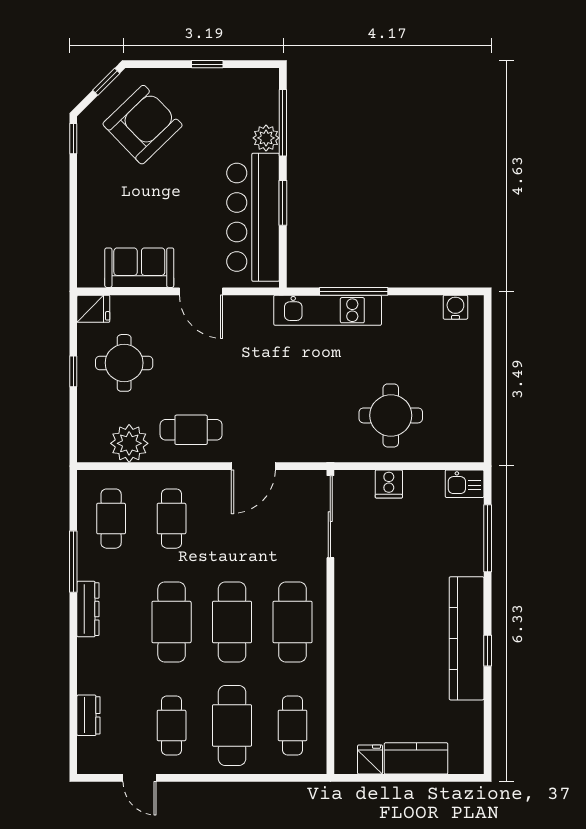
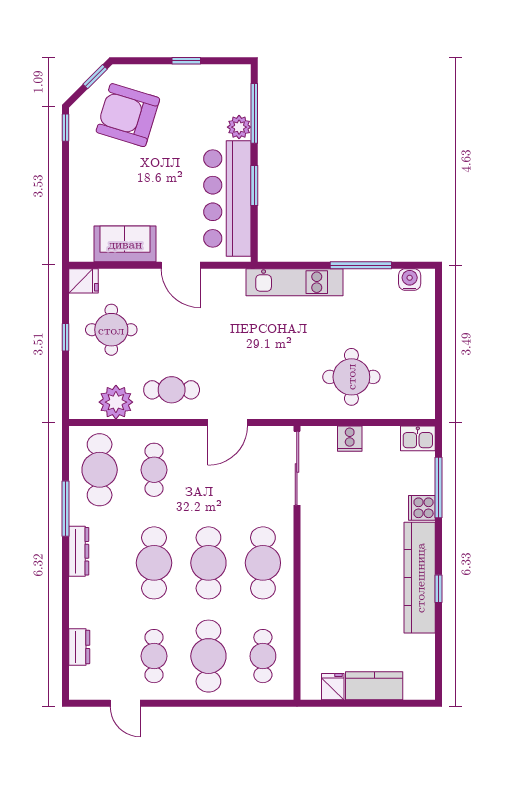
armchair: (143, 125) -> (128, 115), turned -119
window: (354, 291) -> (361, 265), moved
cafe table: (111, 519) -> (100, 470), width x1.37, depth x1.35
cooker: (469, 561) -> (422, 508), added

